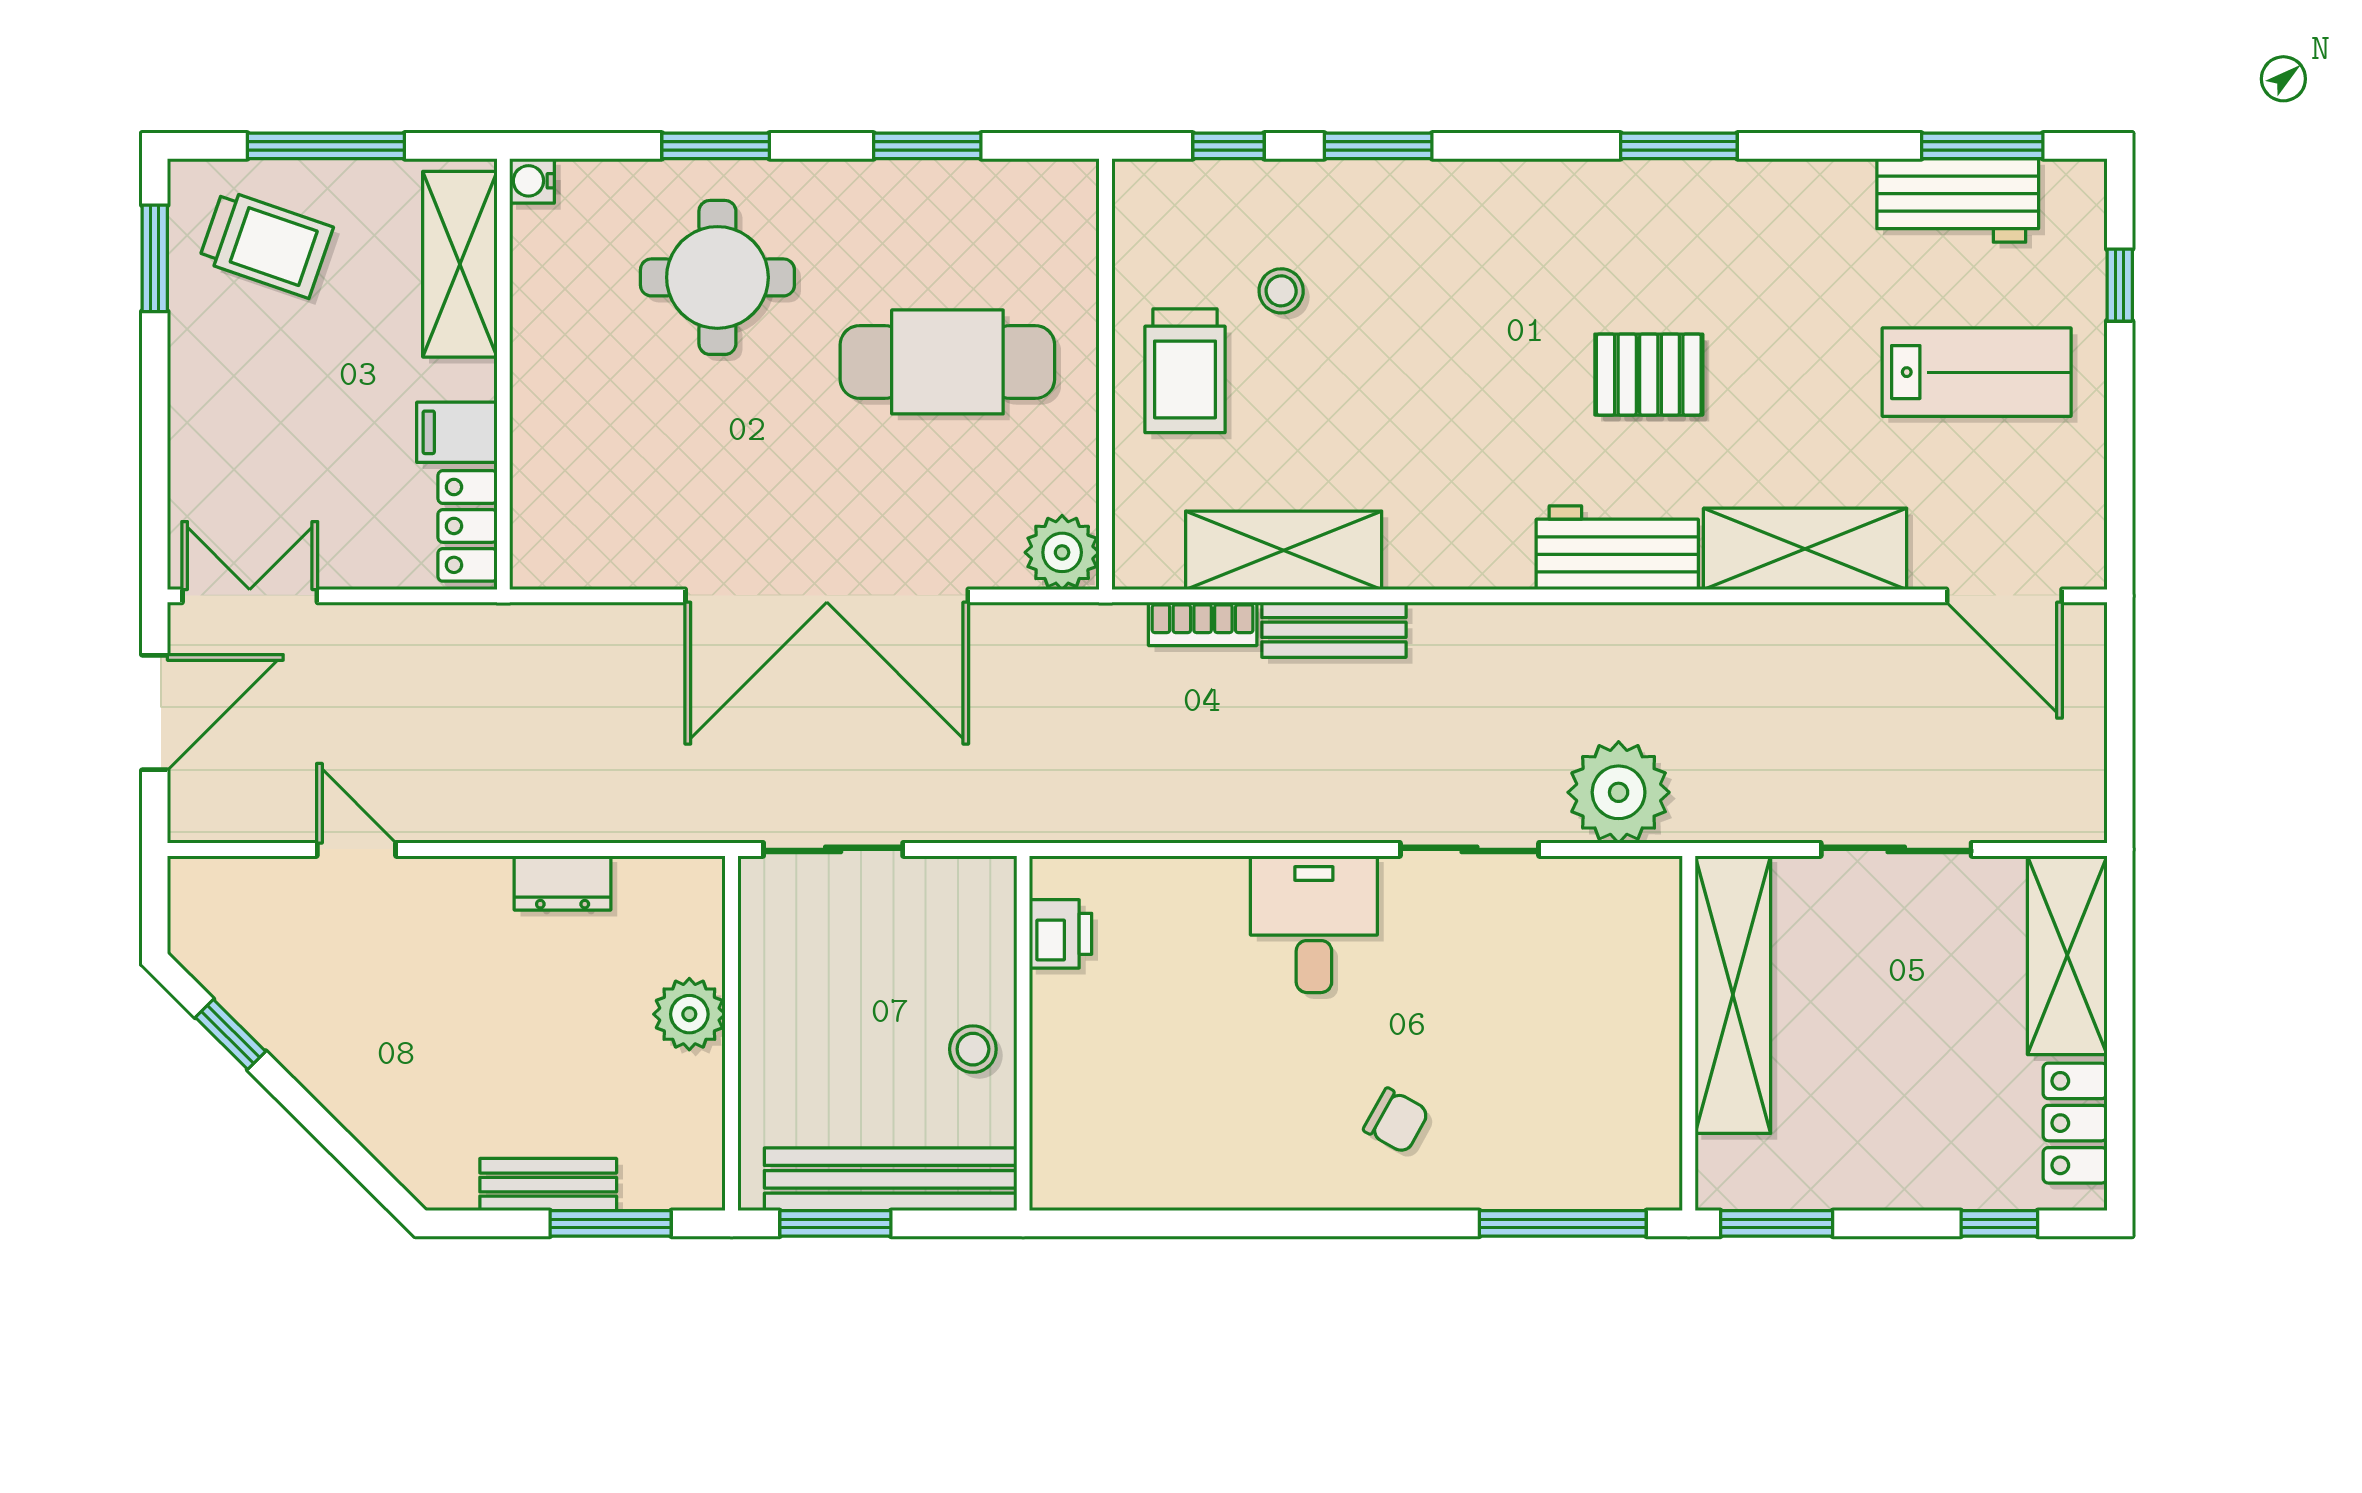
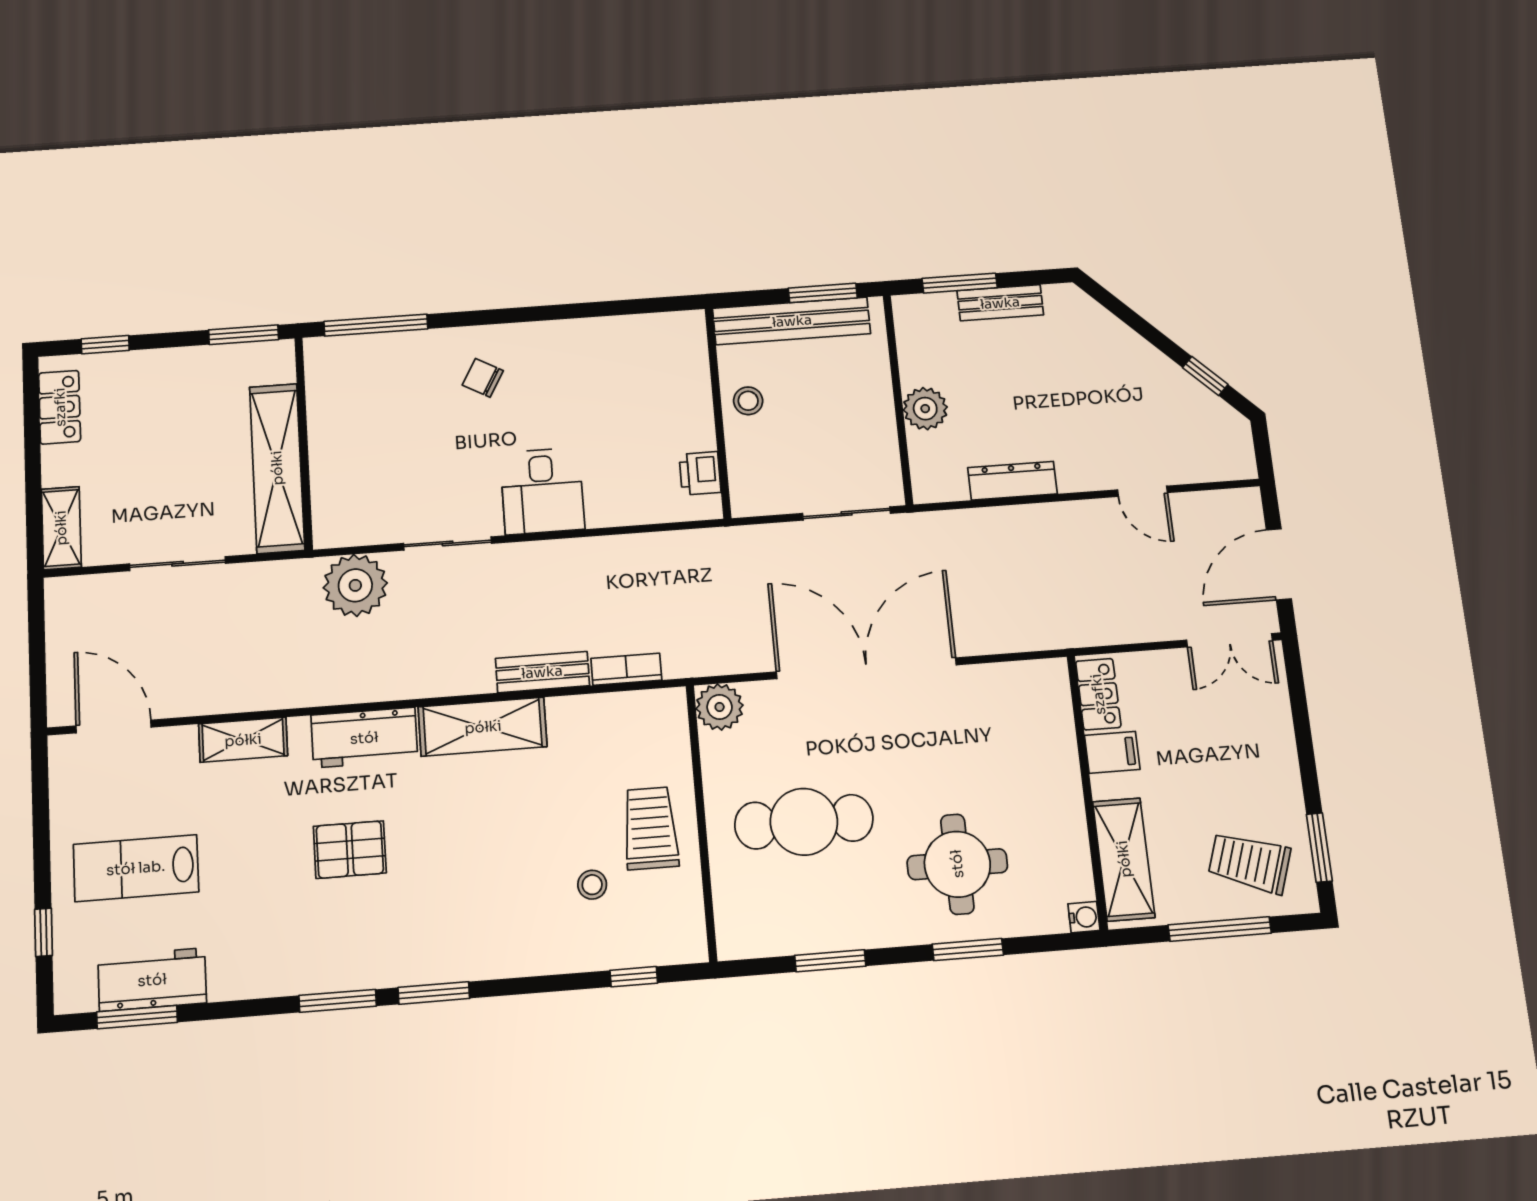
window: (1378, 146) -> (434, 993), moved
shelving: (1805, 549) -> (243, 740), width x0.67, depth x0.75
shelving: (1284, 550) -> (483, 727), moved
dresser: (563, 883) -> (1012, 481), width x1.44
shelving: (2067, 955) -> (61, 528), width x0.67, depth x0.75

